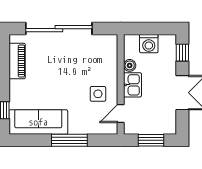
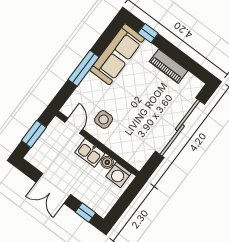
washing machine: (149, 44) -> (119, 175), moved, turned -90
piano: (17, 61) -> (168, 66), moved

